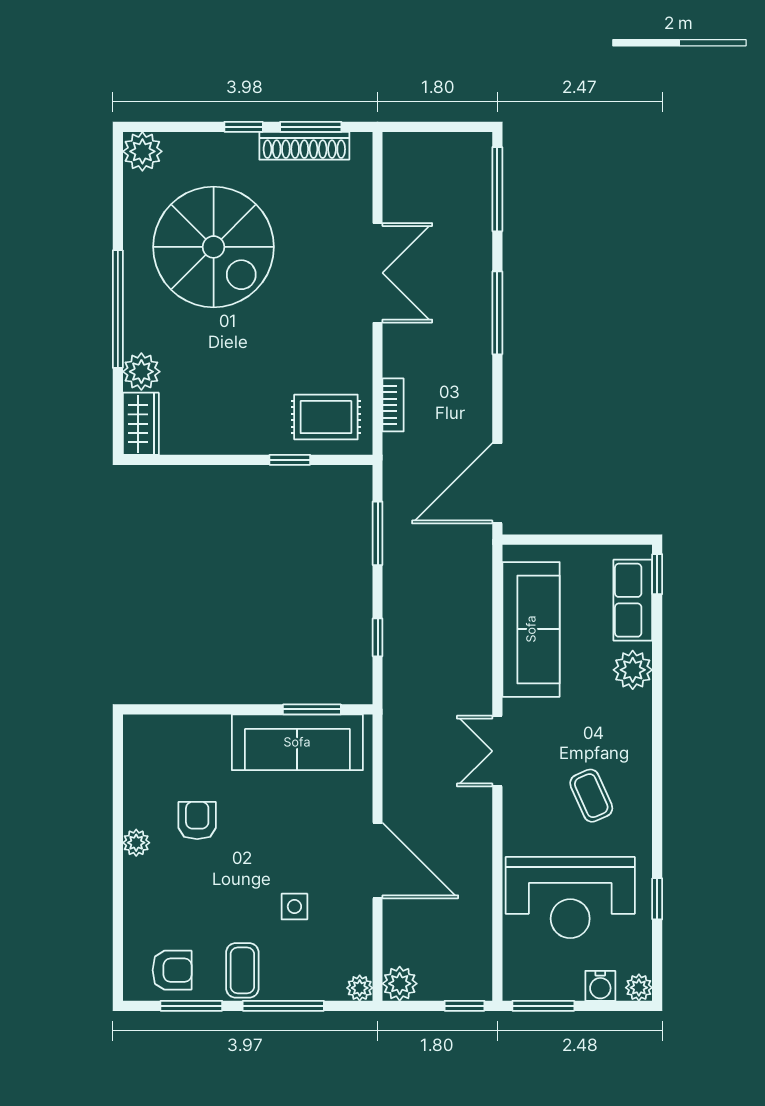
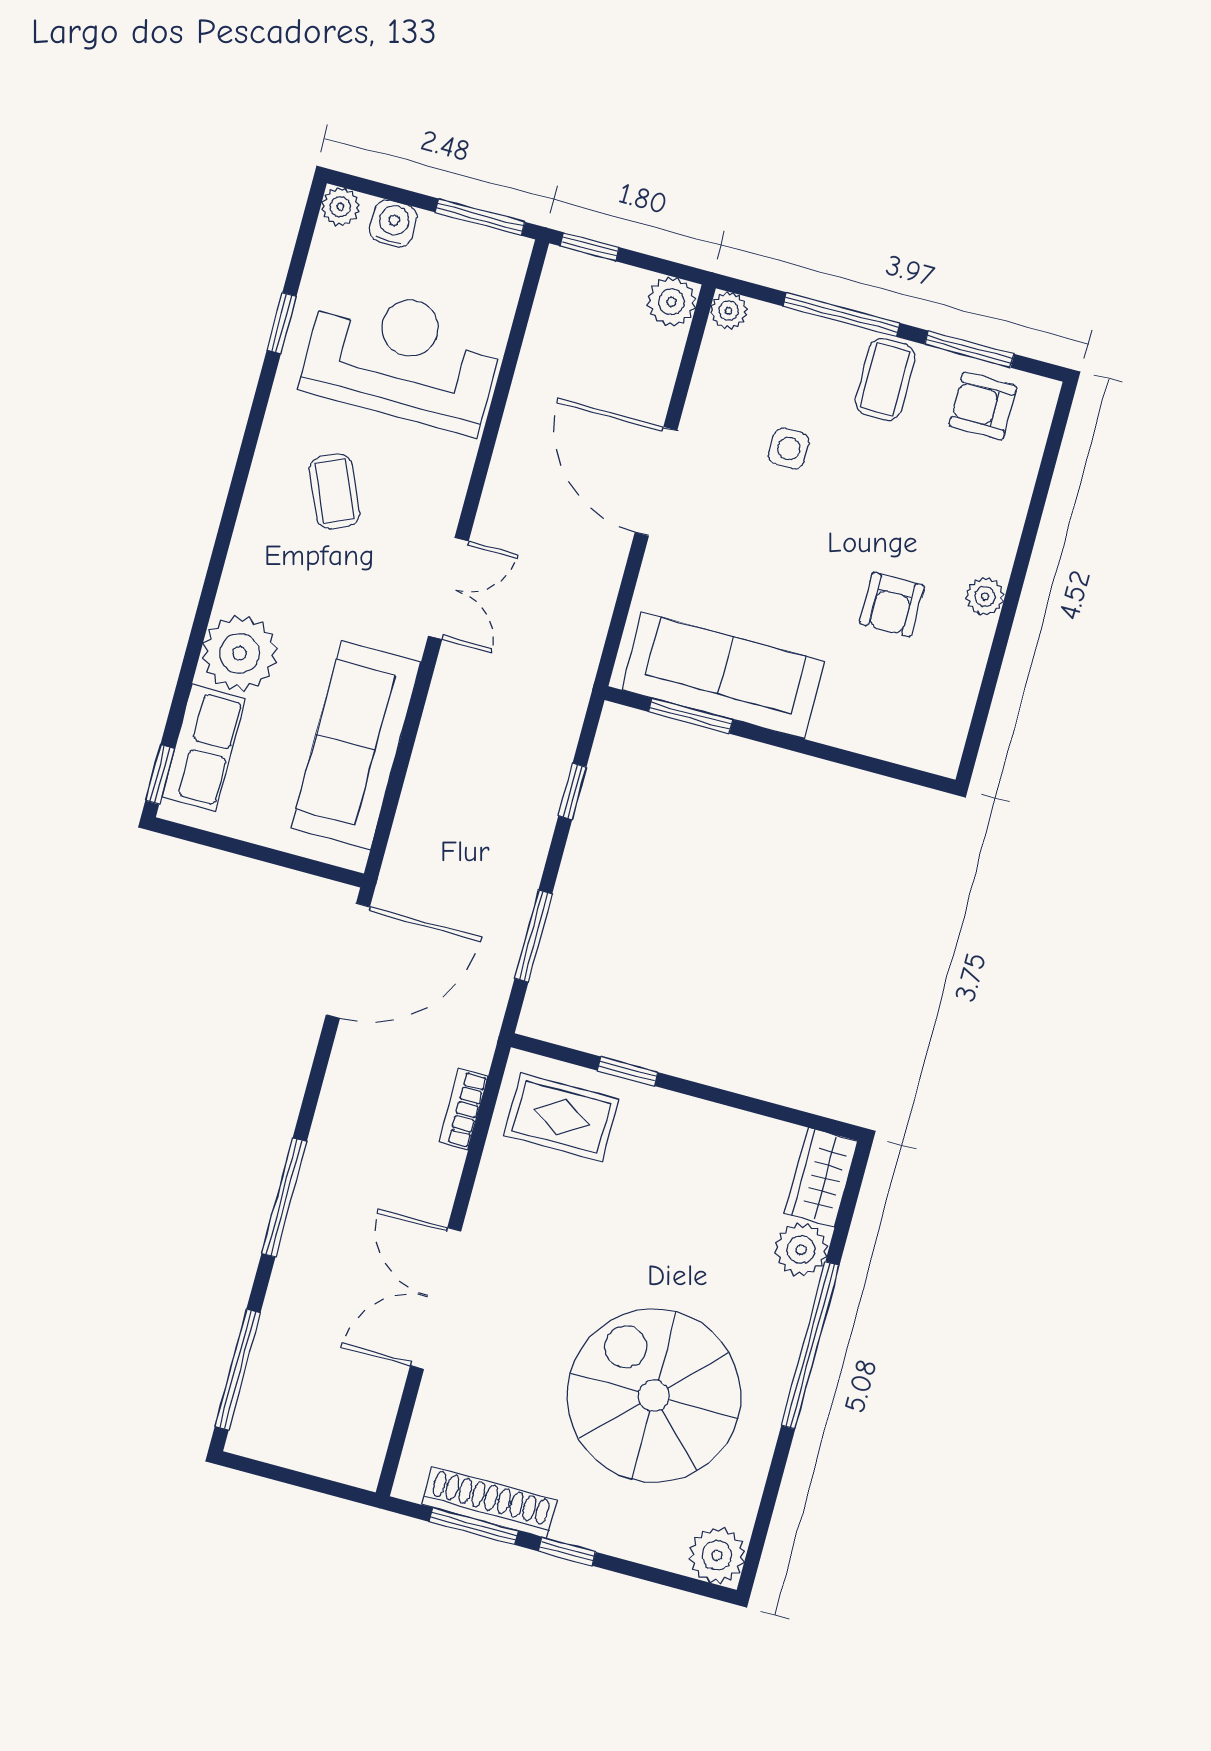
plant: (633, 670) -> (240, 653), width x1.36, depth x1.36

